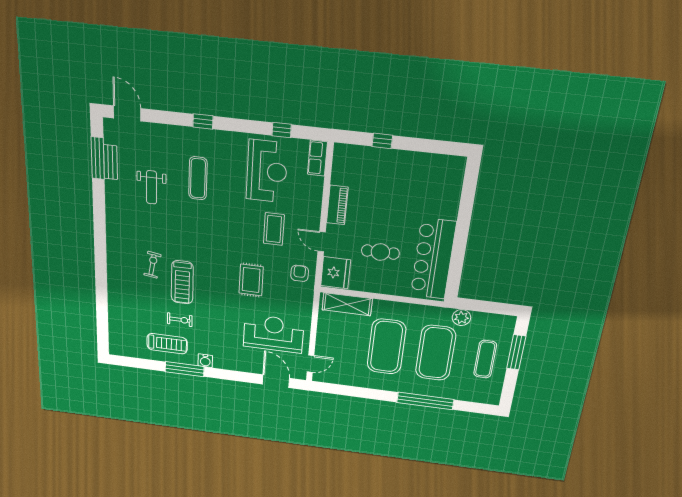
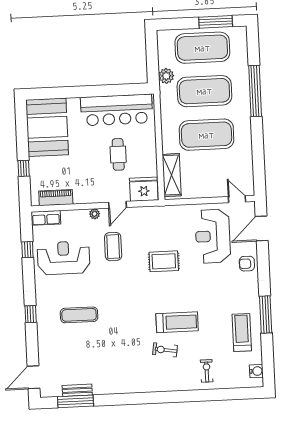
booth: (428, 177) -> (47, 127), added
weight bench: (152, 187) -> (94, 354), removed
piano: (337, 205) -> (56, 198), moved
plant: (315, 215) -> (95, 214), added
coffee table: (274, 229) -> (113, 247), turned 90
armchair: (300, 273) -> (247, 264), moved
exercise bike: (180, 320) -> (207, 371), moved
window: (516, 352) -> (216, 22), moved
exercise mat: (485, 359) -> (202, 48), width x2.00, depth x1.45
water cooler: (205, 361) -> (256, 371), moved

